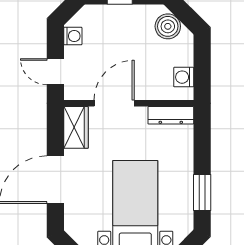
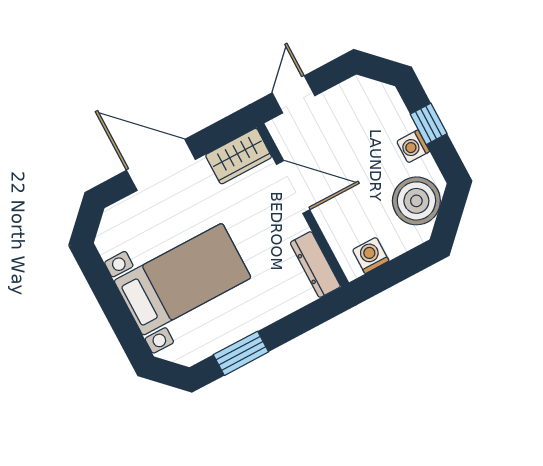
boiler: (168, 26) -> (416, 201), width x1.37, depth x1.37
washing machine: (73, 36) -> (413, 146), moved, turned 90

